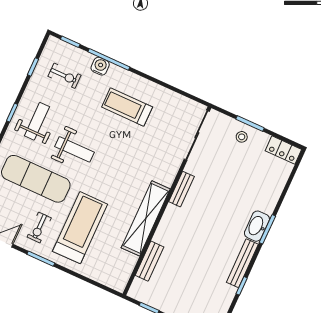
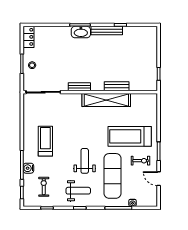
treadmill: (127, 107) -> (45, 141), turned 180
weight bench: (37, 121) -> (78, 191), turned 180
bench: (149, 261) -> (117, 86), moved

